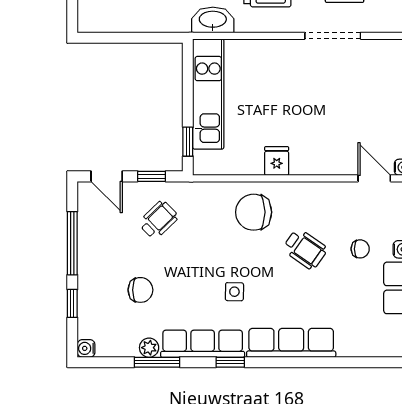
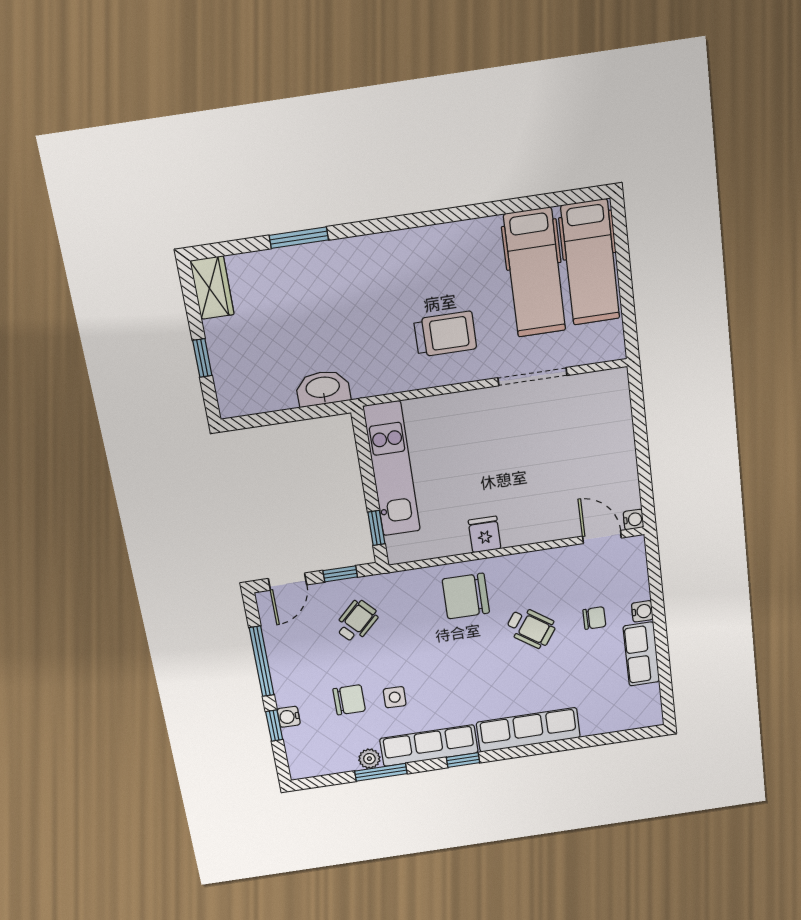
washbasin: (213, 20) -> (323, 388), moved
door: (107, 176) -> (288, 582), hinge flipped
side table: (234, 292) -> (395, 697), moved
water cooler: (86, 348) -> (289, 717), moved

